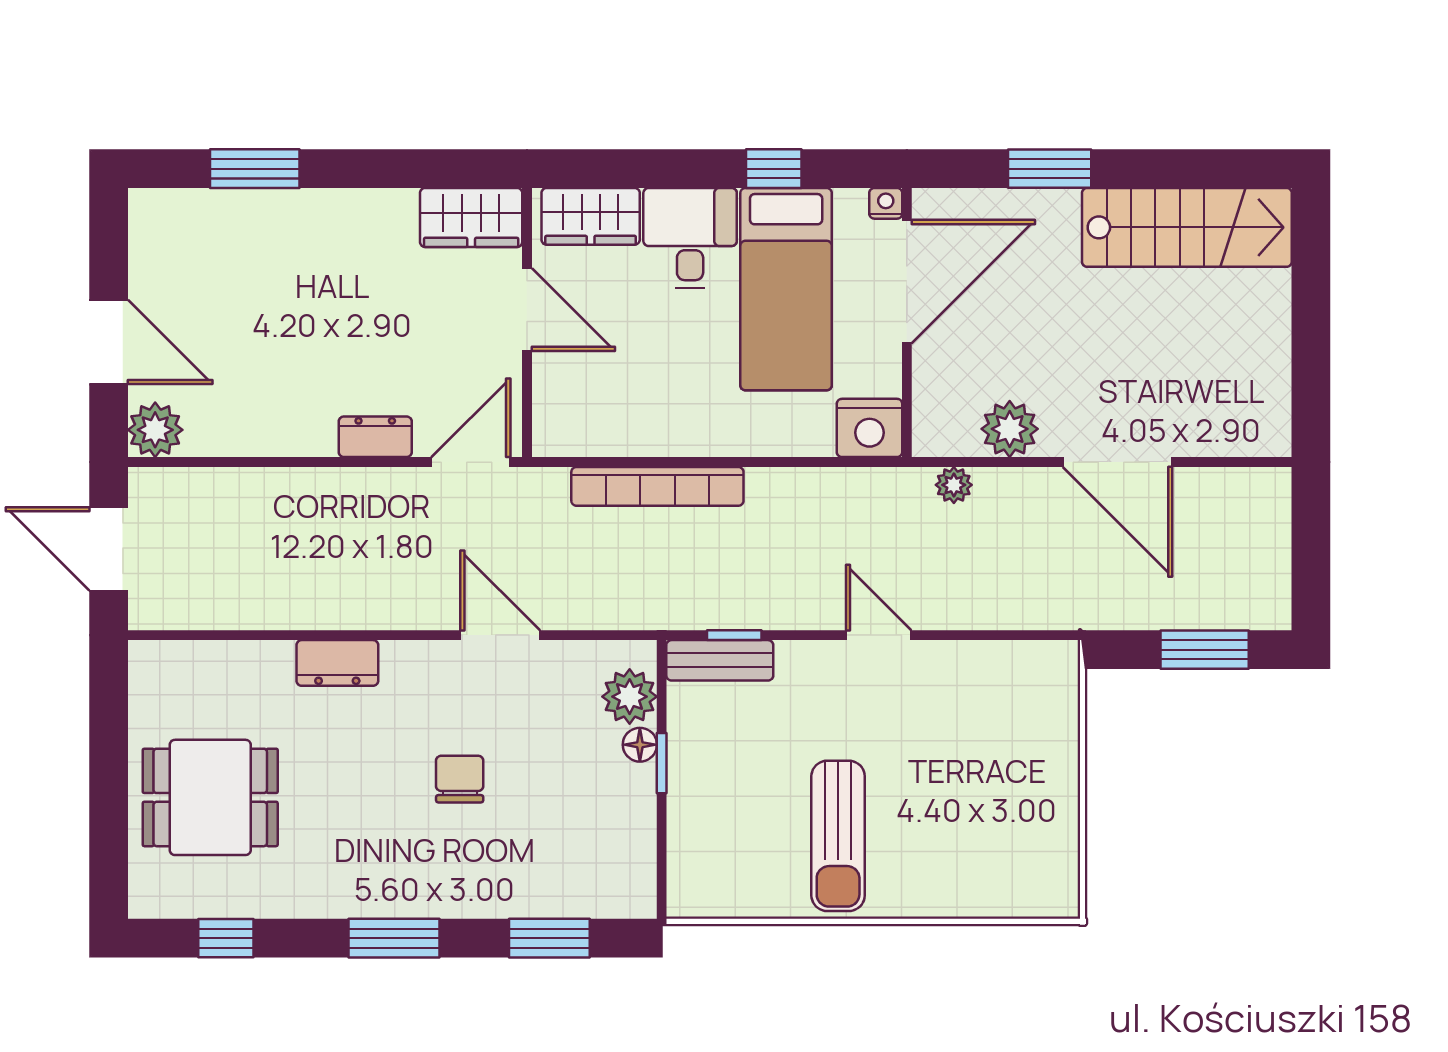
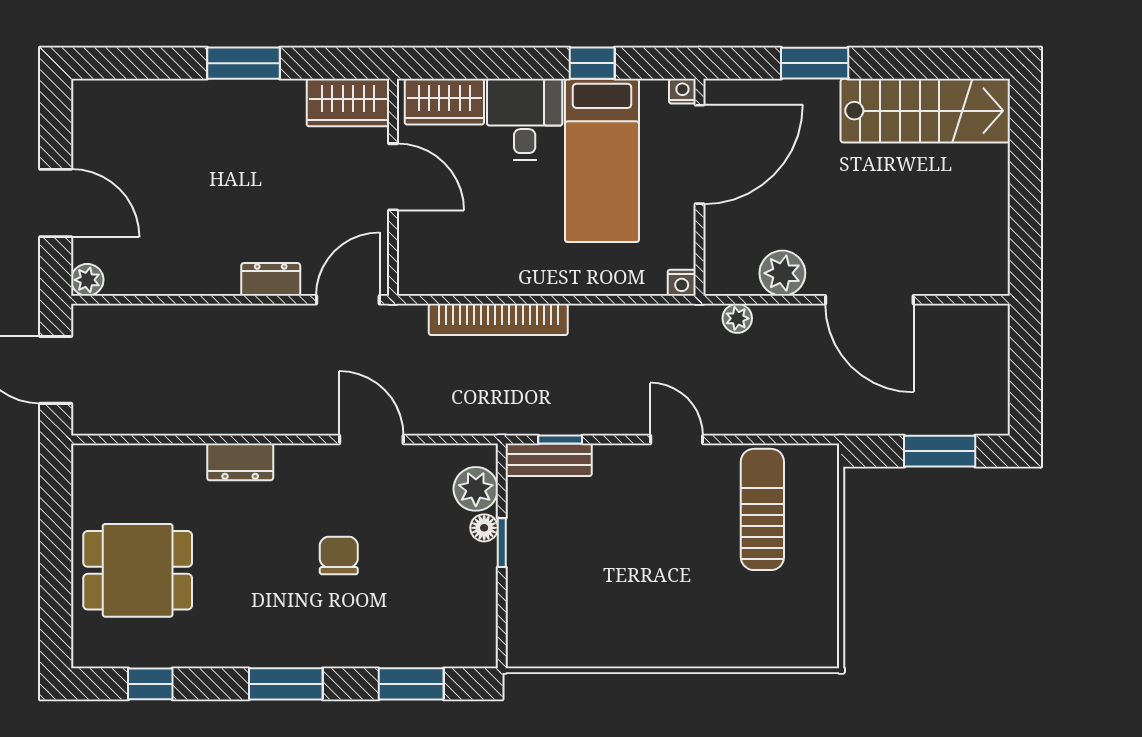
window: (255, 169) -> (244, 63), moved
nightstand: (870, 428) -> (682, 283), width x0.53, depth x0.56
plant: (155, 430) -> (87, 280), width x0.73, depth x0.73
sun lounger: (838, 836) -> (762, 509), moved, turned 180

